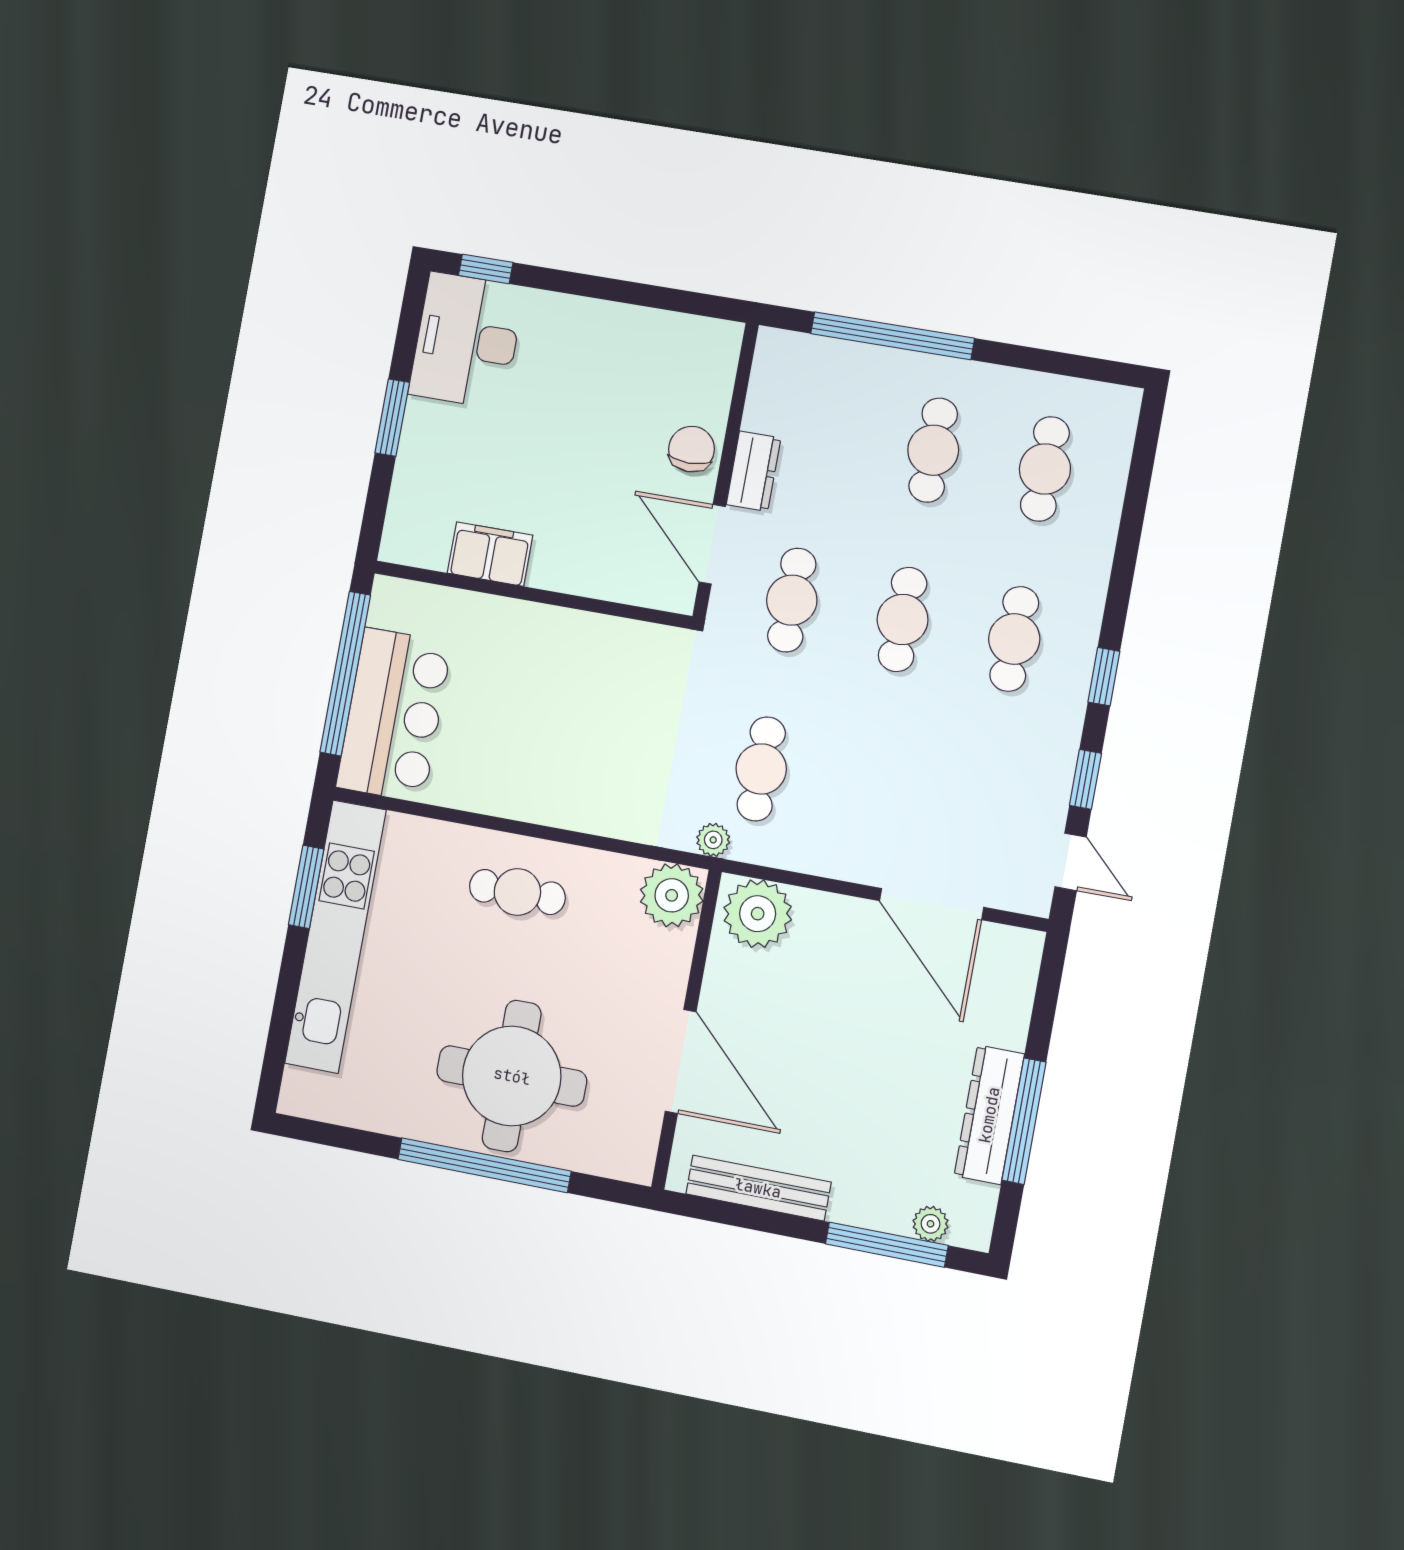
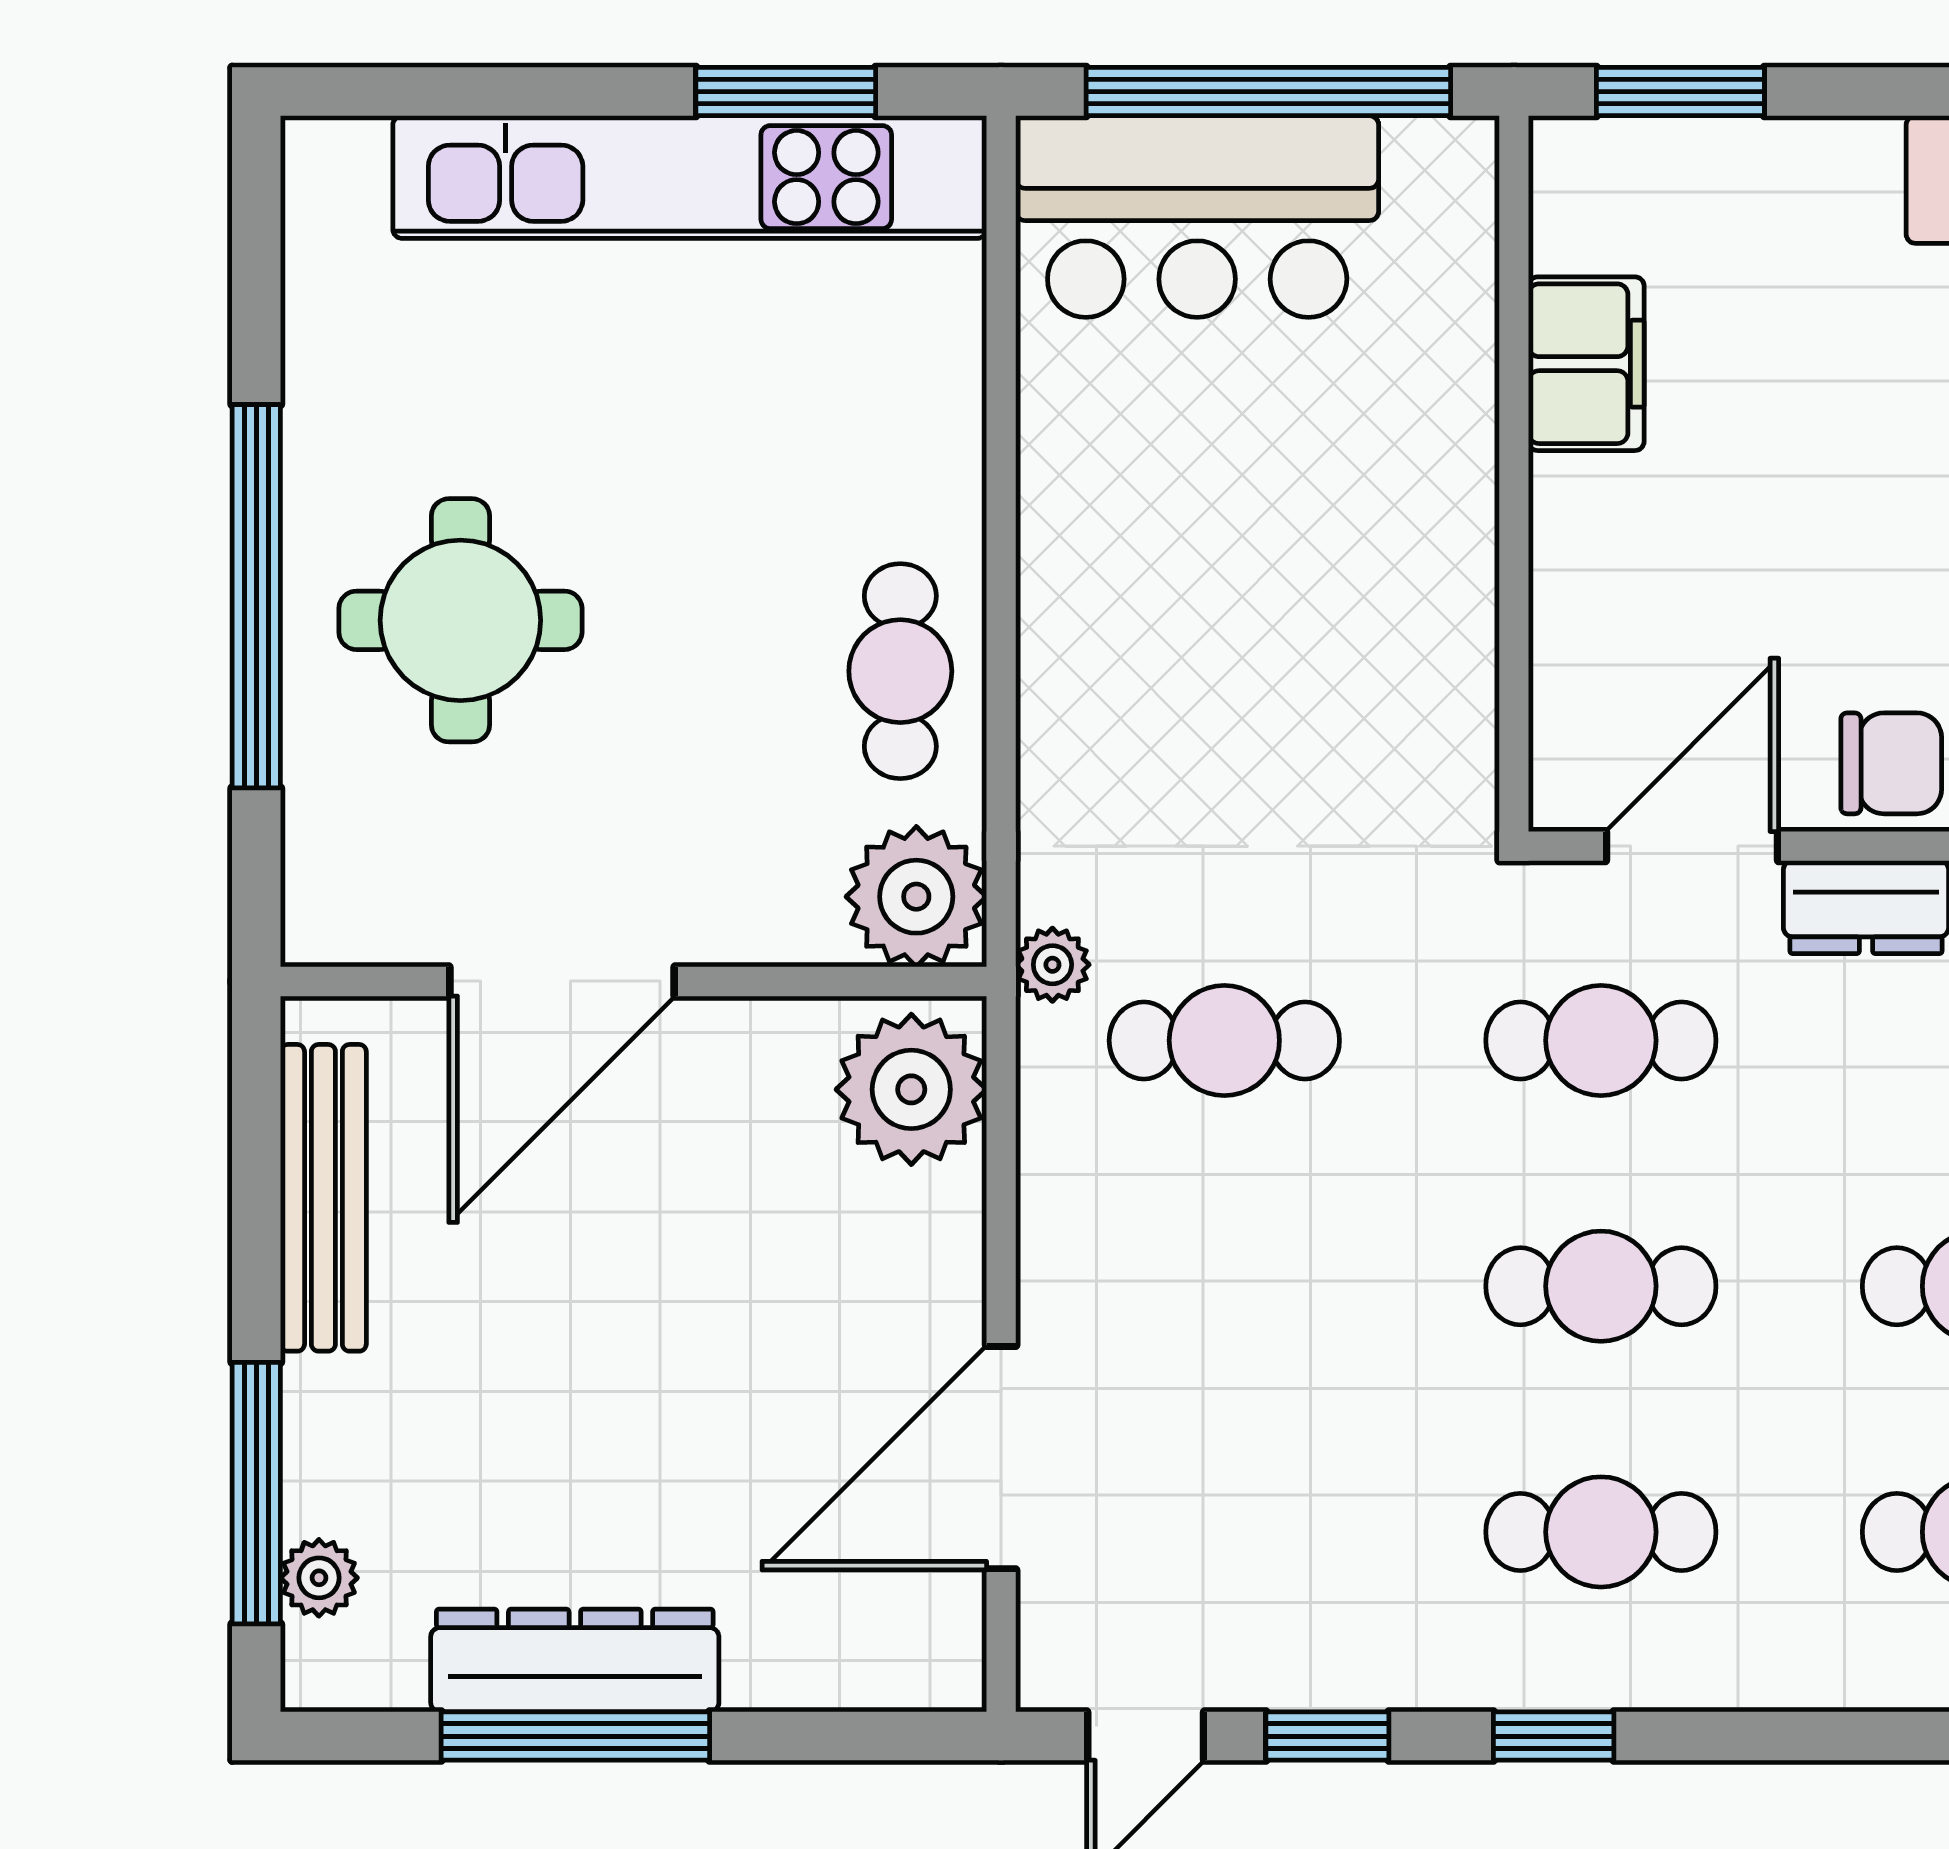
window: (392, 418) -> (1680, 92), moved
cafe table: (517, 892) -> (900, 671), moved
round table: (512, 1076) -> (460, 620), width x0.73, depth x0.73

